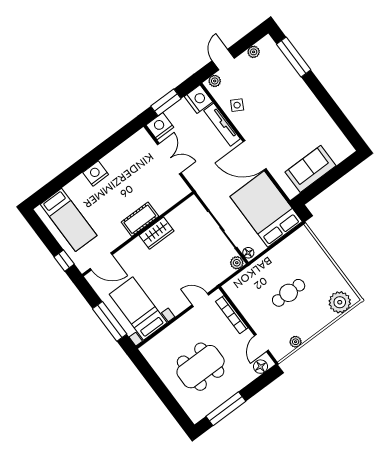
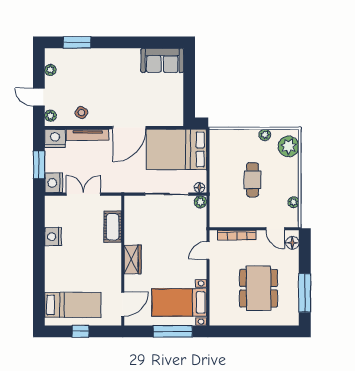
window: (294, 57) -> (77, 42), width x0.69
sofa: (310, 169) -> (162, 60), moved, turned -90
nightstand: (96, 173) -> (53, 237), moved
cot: (140, 219) -> (113, 227), moved
wardrobe: (157, 233) -> (133, 259), moved
window: (64, 261) -> (80, 331), moved
plant: (334, 275) -> (265, 135), added

